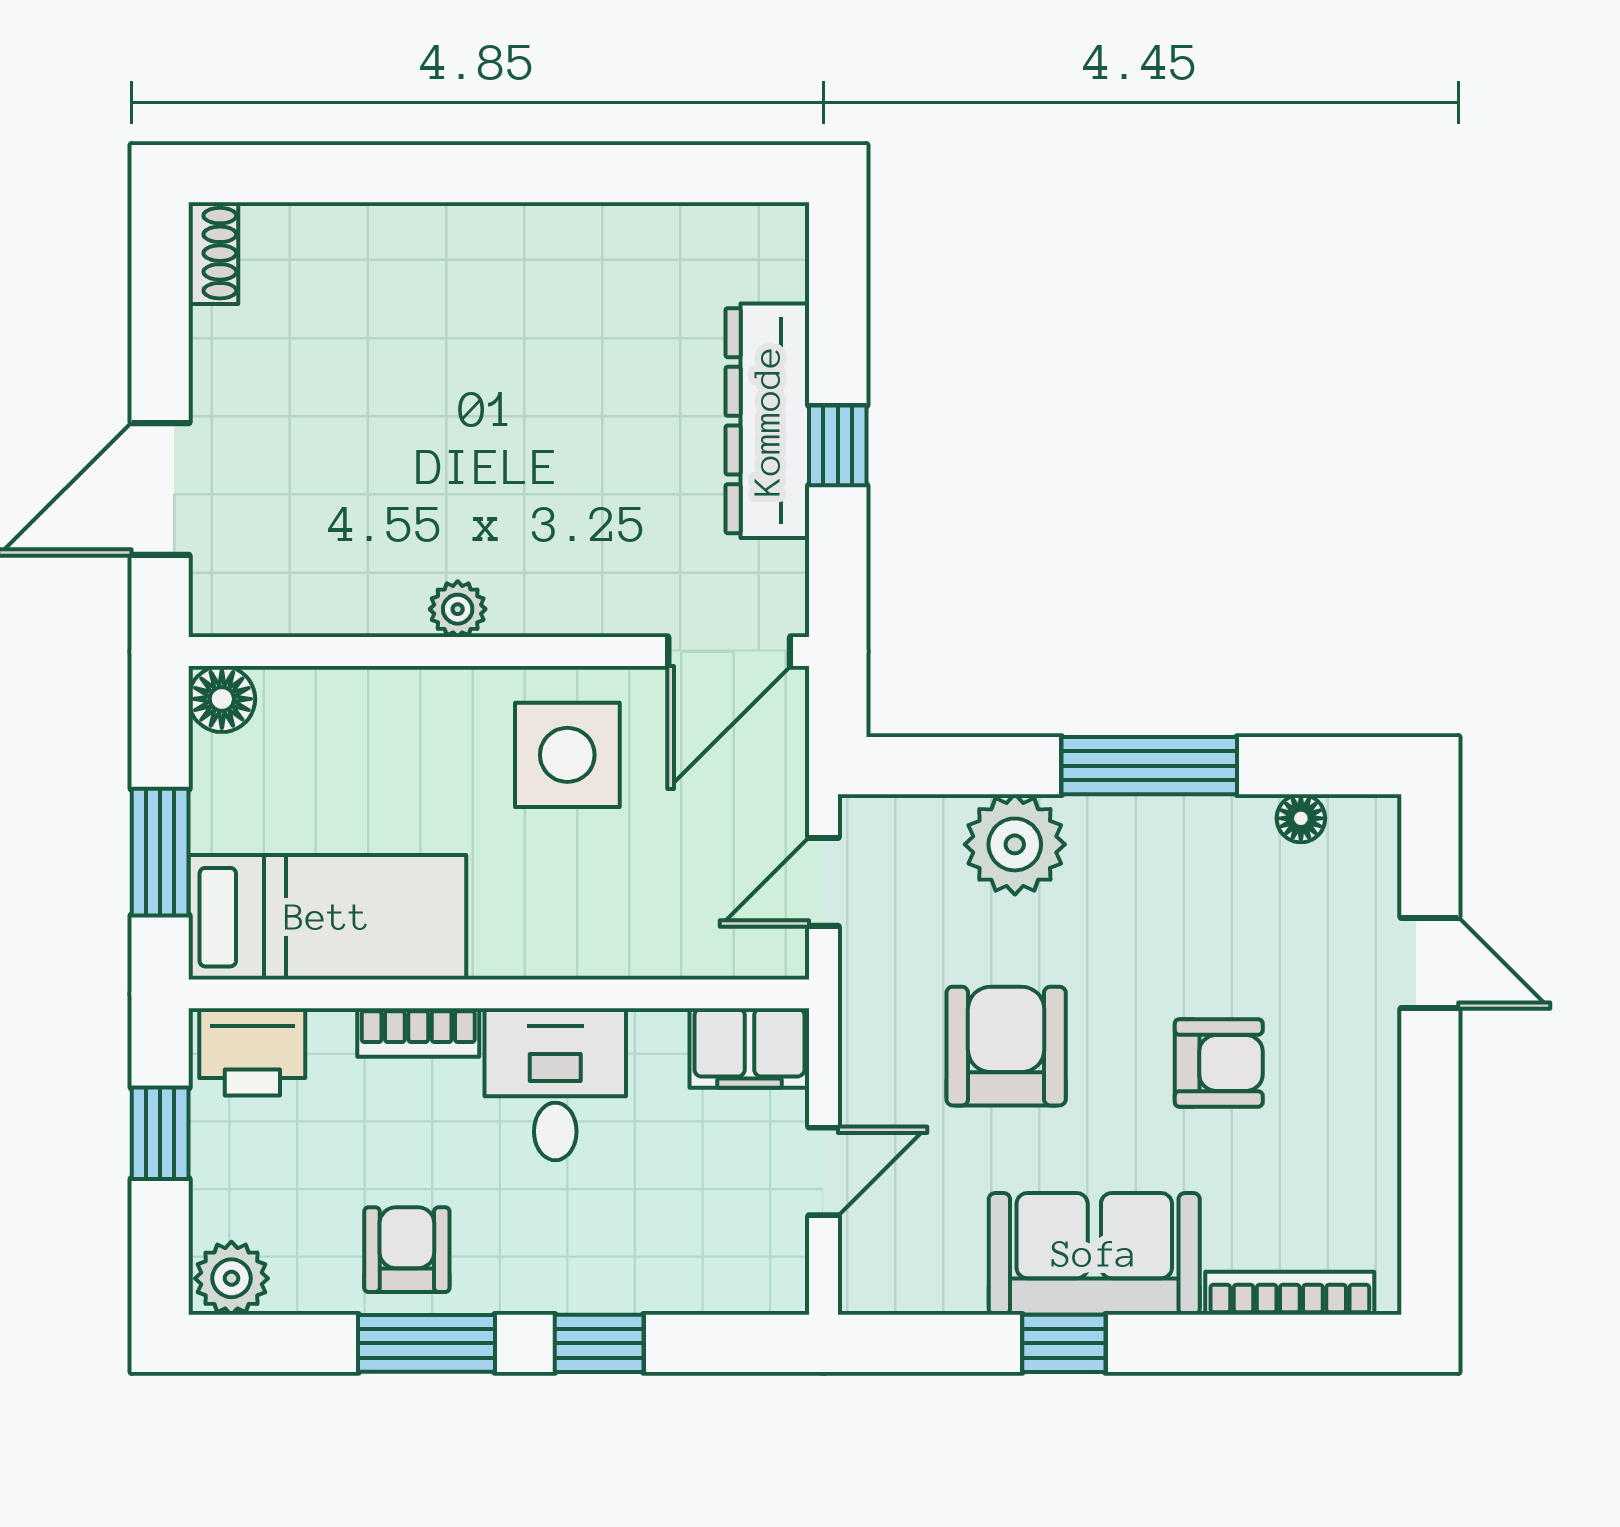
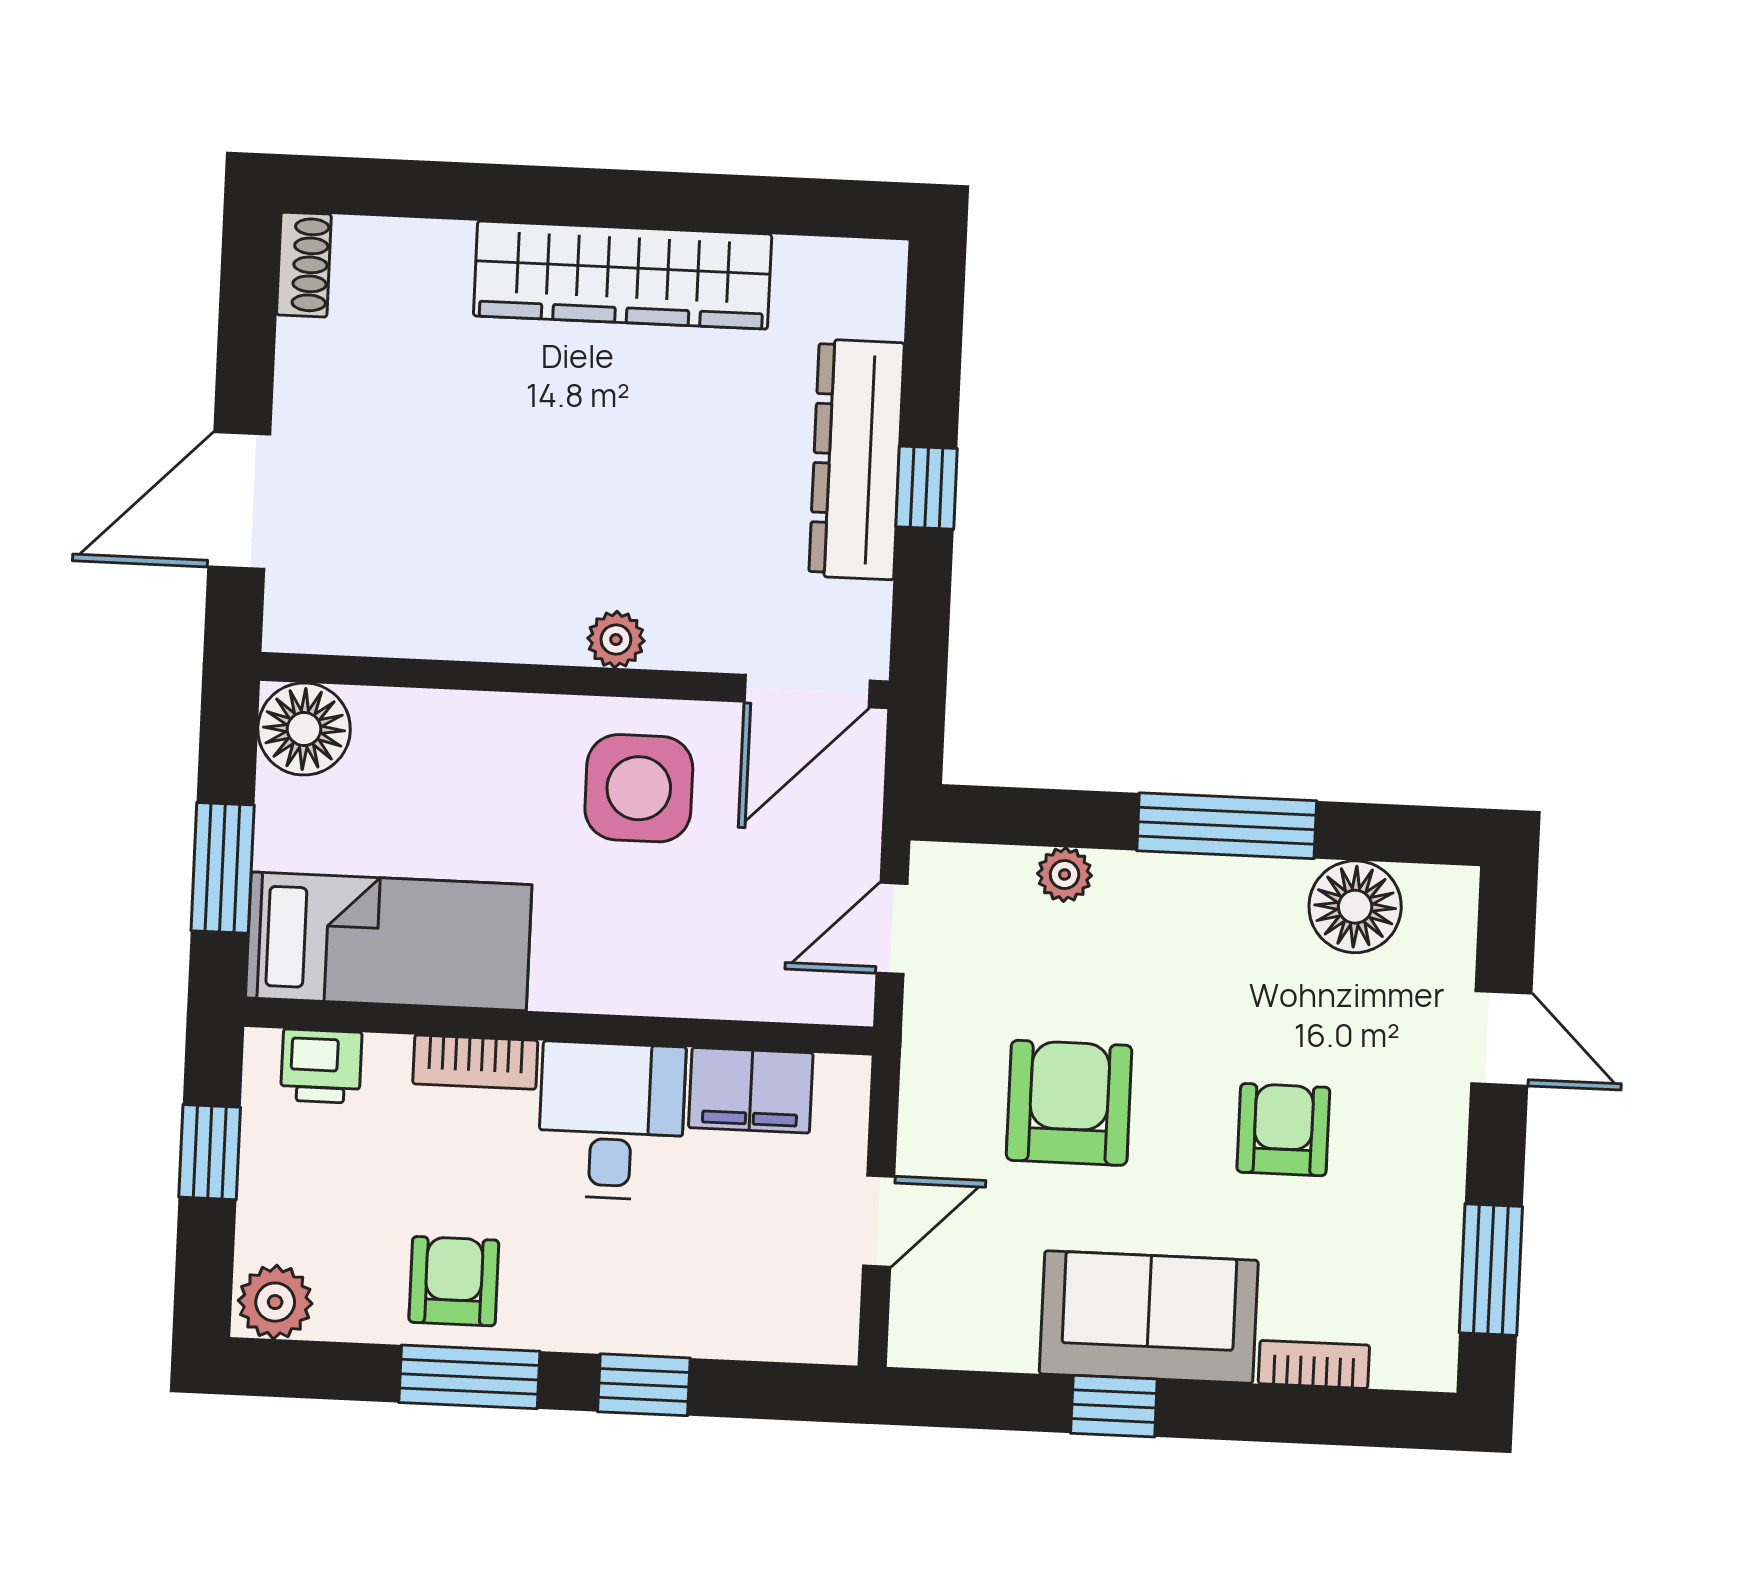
wardrobe: (528, 249) -> (623, 275), added
plant: (458, 609) -> (616, 640), moved
floor lamp: (222, 699) -> (304, 729), width x1.38, depth x1.38
floor lamp: (1301, 818) -> (1355, 907), width x1.89, depth x1.89
plant: (1015, 844) -> (1065, 875), width x0.53, depth x0.53
filing cabinet: (749, 1048) -> (751, 1090), moved
printer: (252, 1052) -> (321, 1066), width x0.73, depth x0.81
armchair: (1219, 1063) -> (1283, 1130), turned -90
window: (1430, 1192) -> (1491, 1270), added
bookcase: (1290, 1293) -> (1314, 1364), width x0.64

